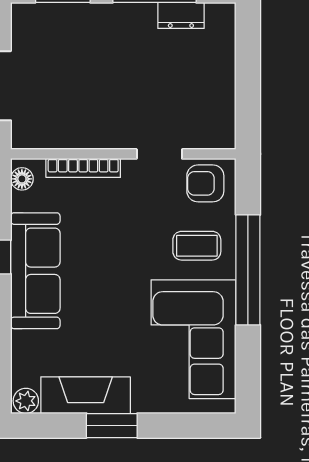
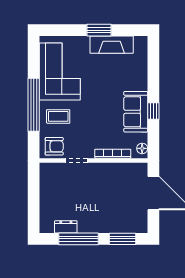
sofa: (35, 271) -> (136, 112), width x0.73
plant: (26, 401) -> (140, 42), removed

